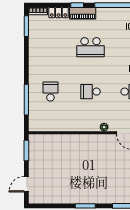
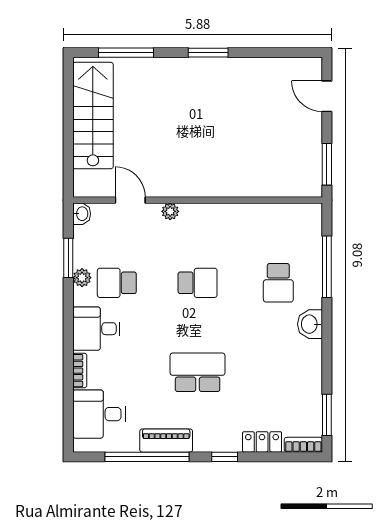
piano: (83, 13) -> (166, 441), moved
washbasin: (35, 71) -> (310, 324), added
door: (26, 184) -> (327, 96), swing flipped

